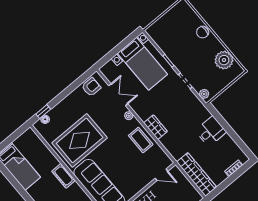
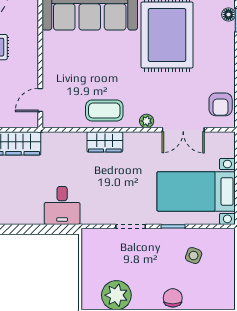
side table: (174, 39) -> (194, 256), added
plant: (204, 94) -> (95, 236), removed
desk: (211, 131) -> (62, 205), moved

